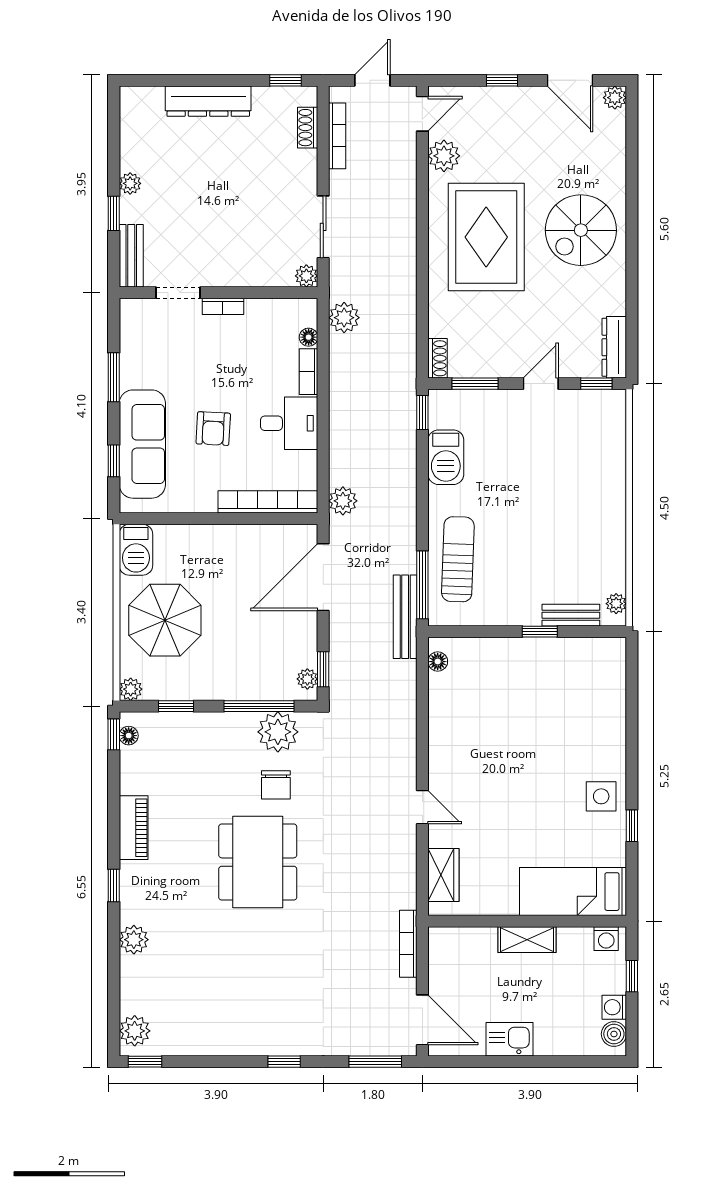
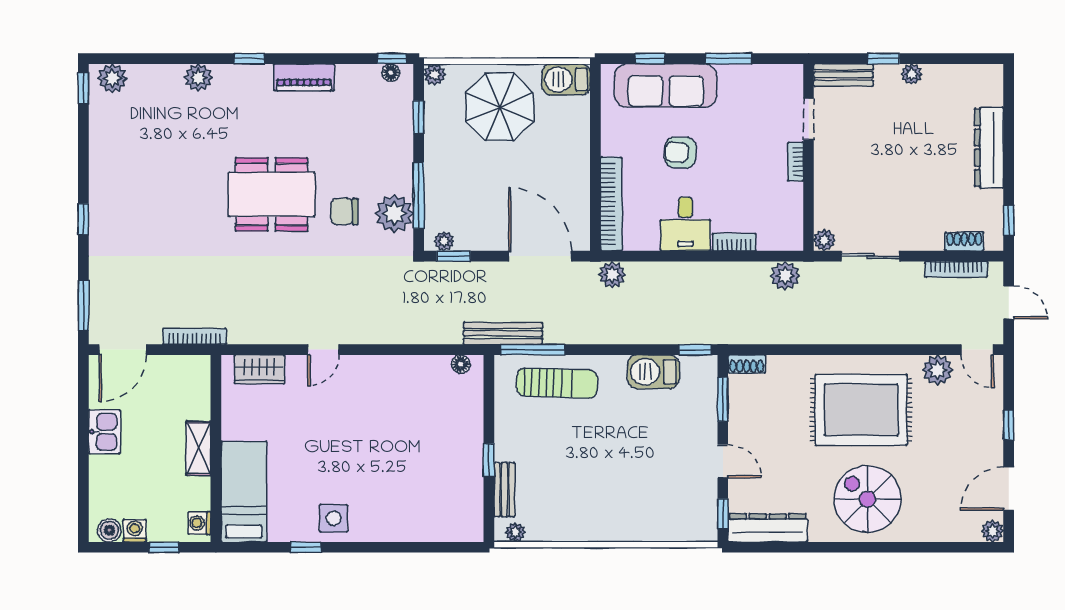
floor lamp: (309, 337) -> (767, 242), removed
dresser: (614, 347) -> (768, 528), width x1.37, depth x1.24

